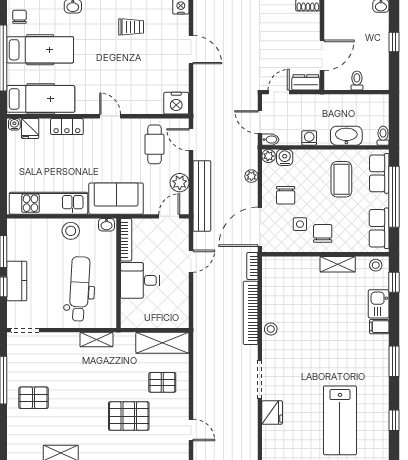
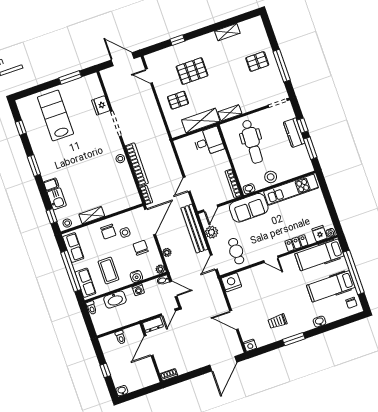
door: (191, 140) -> (214, 262), swing flipped
water cooler: (285, 157) -> (136, 276), moved
desk: (140, 280) -> (208, 142), moved
shelving: (162, 343) -> (201, 121), moved

